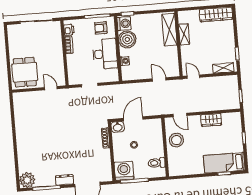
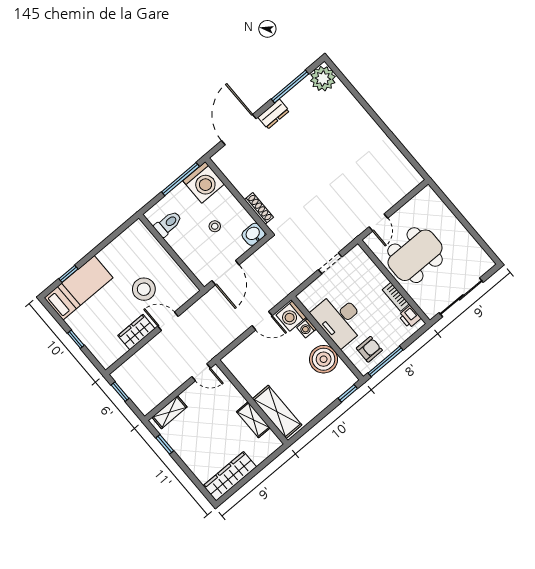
washing machine: (124, 24) -> (291, 316), moved
dining table: (25, 72) -> (415, 255), moved, width x1.38
door: (159, 79) -> (262, 321), moved
door: (51, 88) -> (378, 222), hinge flipped
door: (180, 115) -> (168, 321), moved
door: (133, 119) -> (225, 273), moved
stool: (176, 140) -> (144, 289), moved

